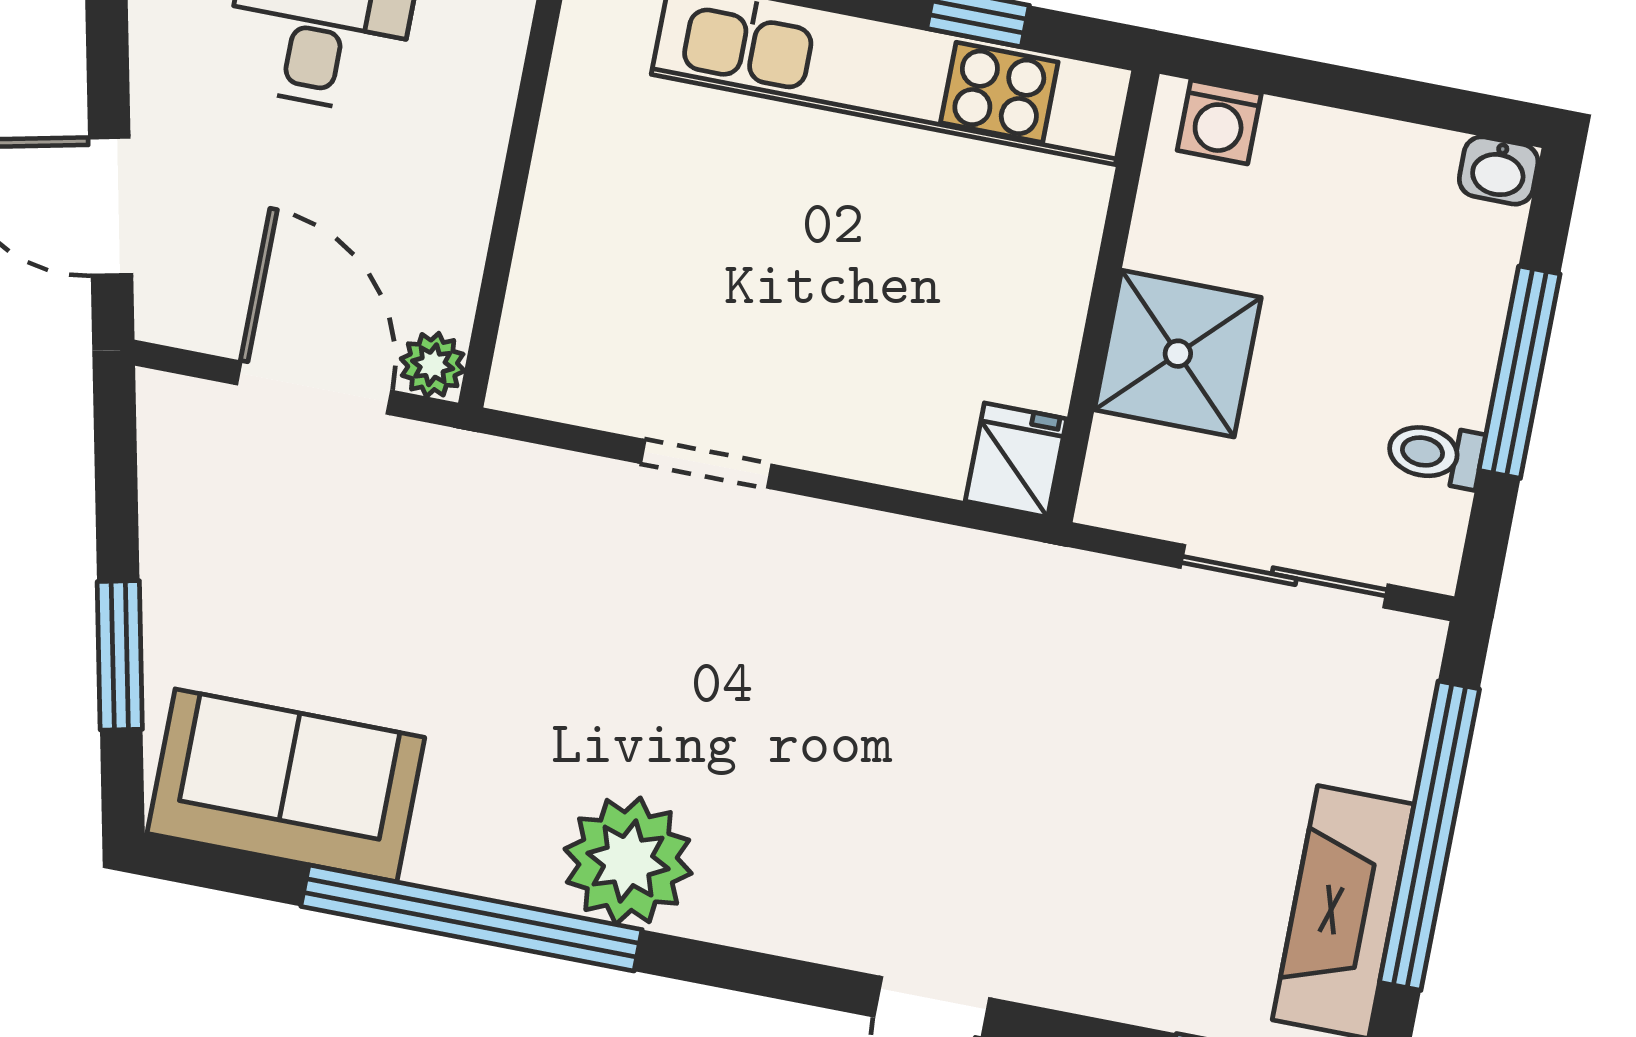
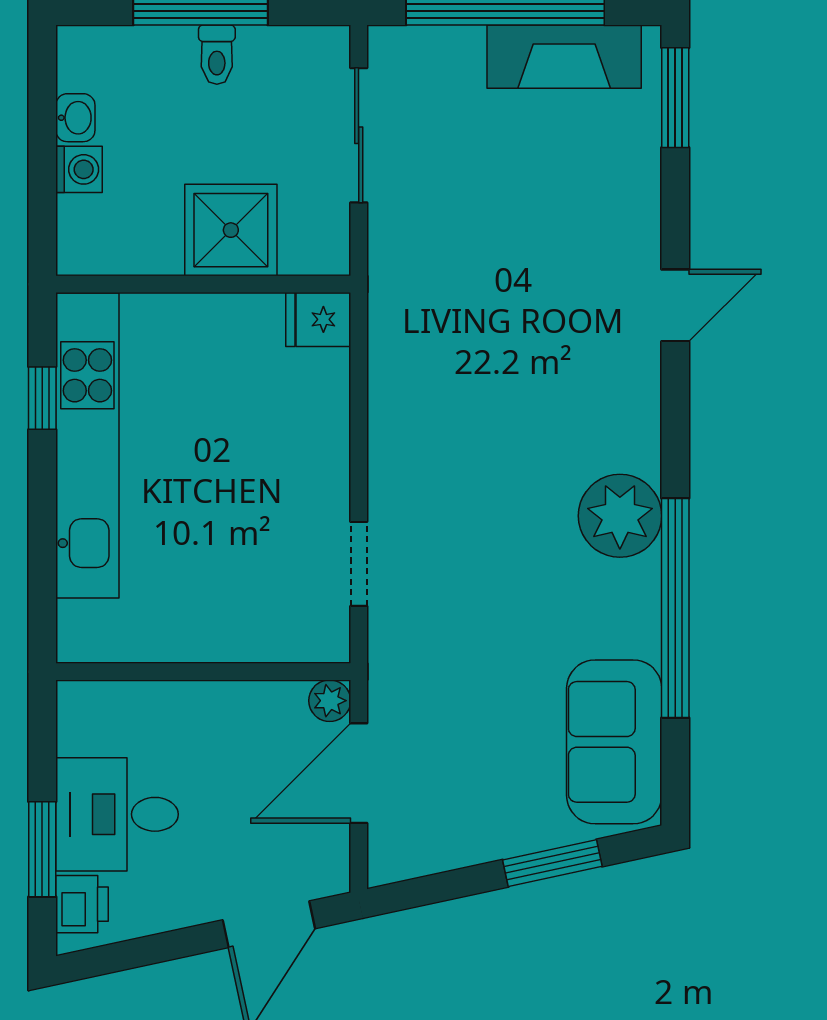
washing machine: (1219, 122) -> (79, 169), moved
washbasin: (1499, 170) -> (75, 118), moved
toilet: (1435, 454) -> (217, 55), moved
doorway: (706, 464) -> (359, 564), moved

